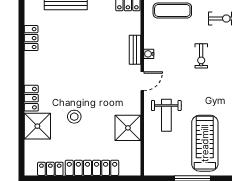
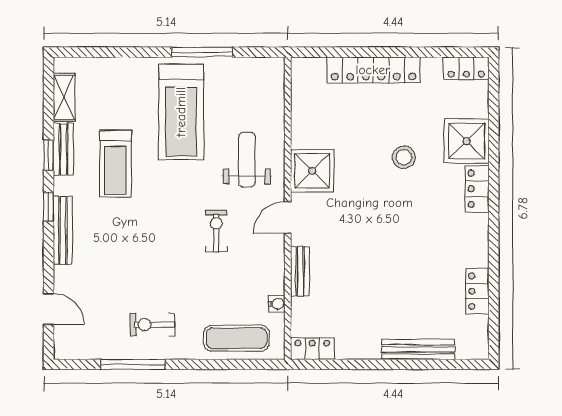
water cooler: (149, 54) -> (277, 304), moved
exercise bike: (201, 56) -> (216, 231), moved
shower: (128, 128) -> (312, 171), moved
locker: (50, 169) -> (466, 68), moved

